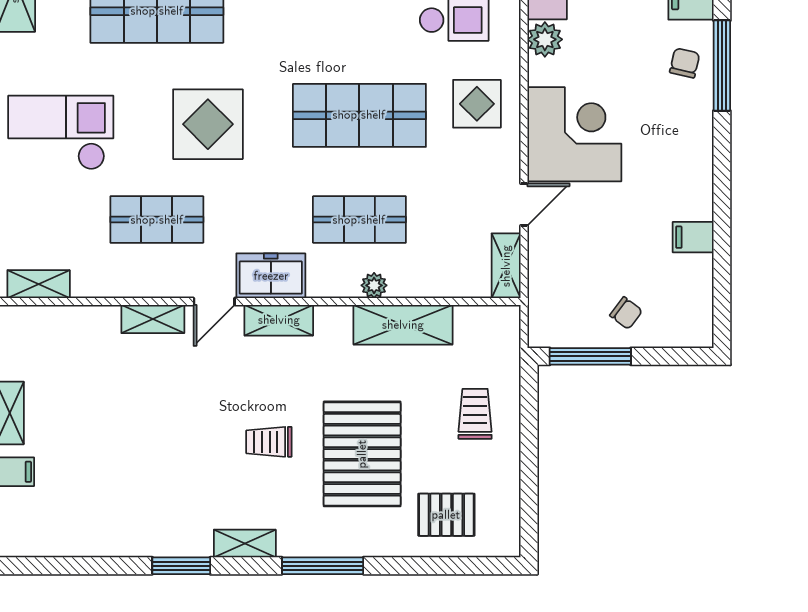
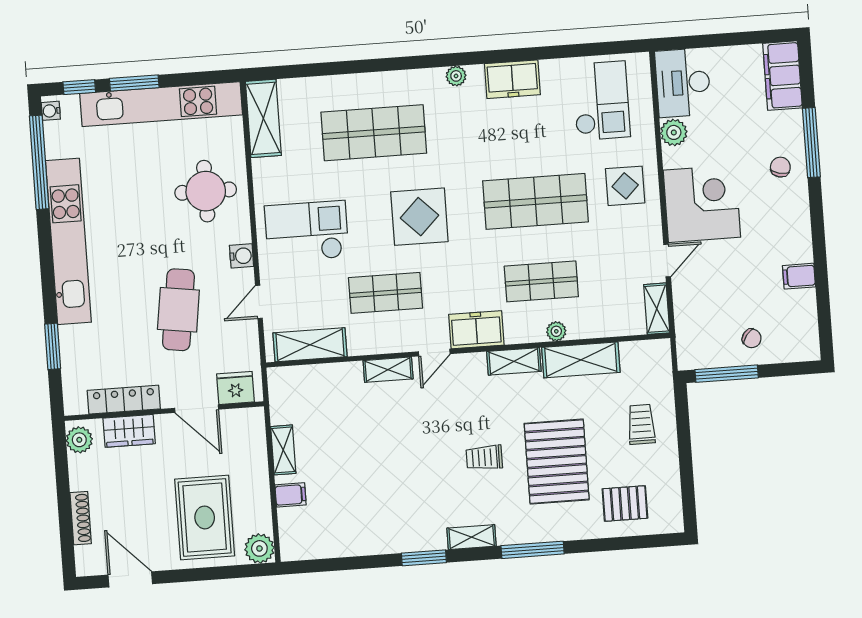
chair: (685, 63) -> (780, 167), moved
shelving: (39, 284) -> (310, 345), width x1.50, depth x1.33
shelving: (279, 320) -> (514, 361), moved

